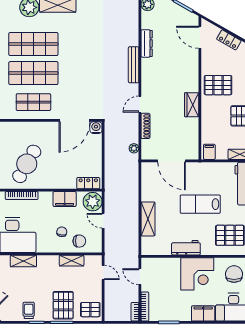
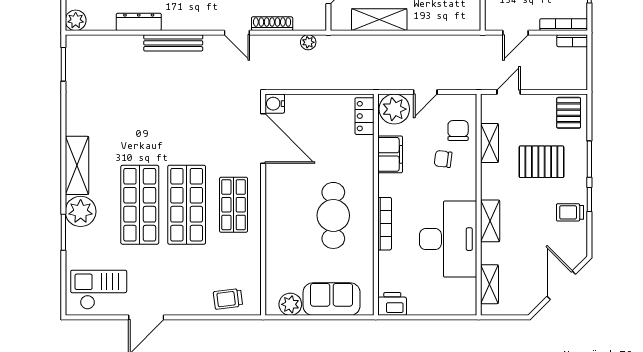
cafe table: (27, 164) -> (333, 215), turned 60
shelving: (148, 219) -> (379, 20), moved
pallet: (63, 305) -> (541, 162), moved

